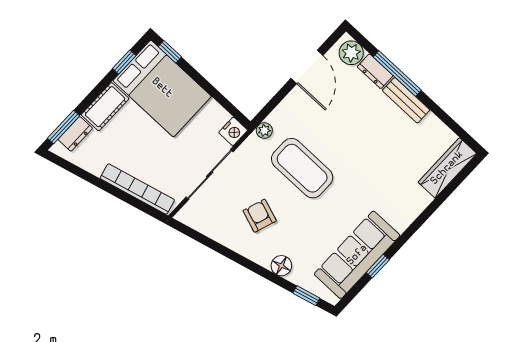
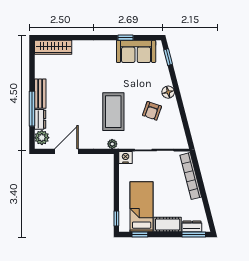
bed: (162, 88) -> (142, 207), width x0.67
sofa: (357, 255) -> (136, 51), width x0.73
floor lamp: (281, 266) -> (168, 92), moved

